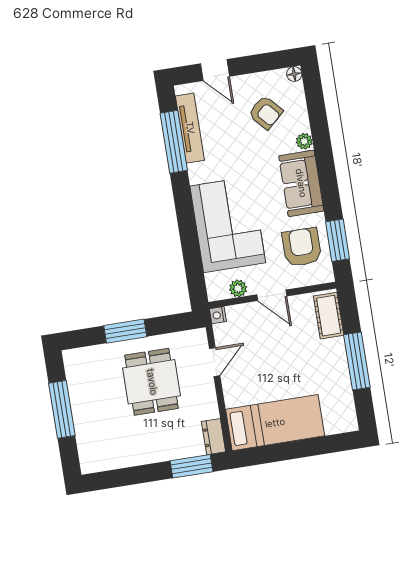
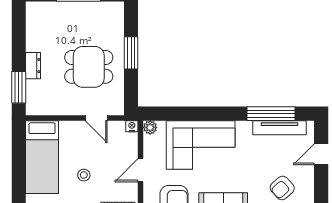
plant: (238, 288) -> (150, 127), moved
stool: (289, 366) -> (84, 175), added
dresser: (214, 437) -> (33, 66), moved, turned 90

